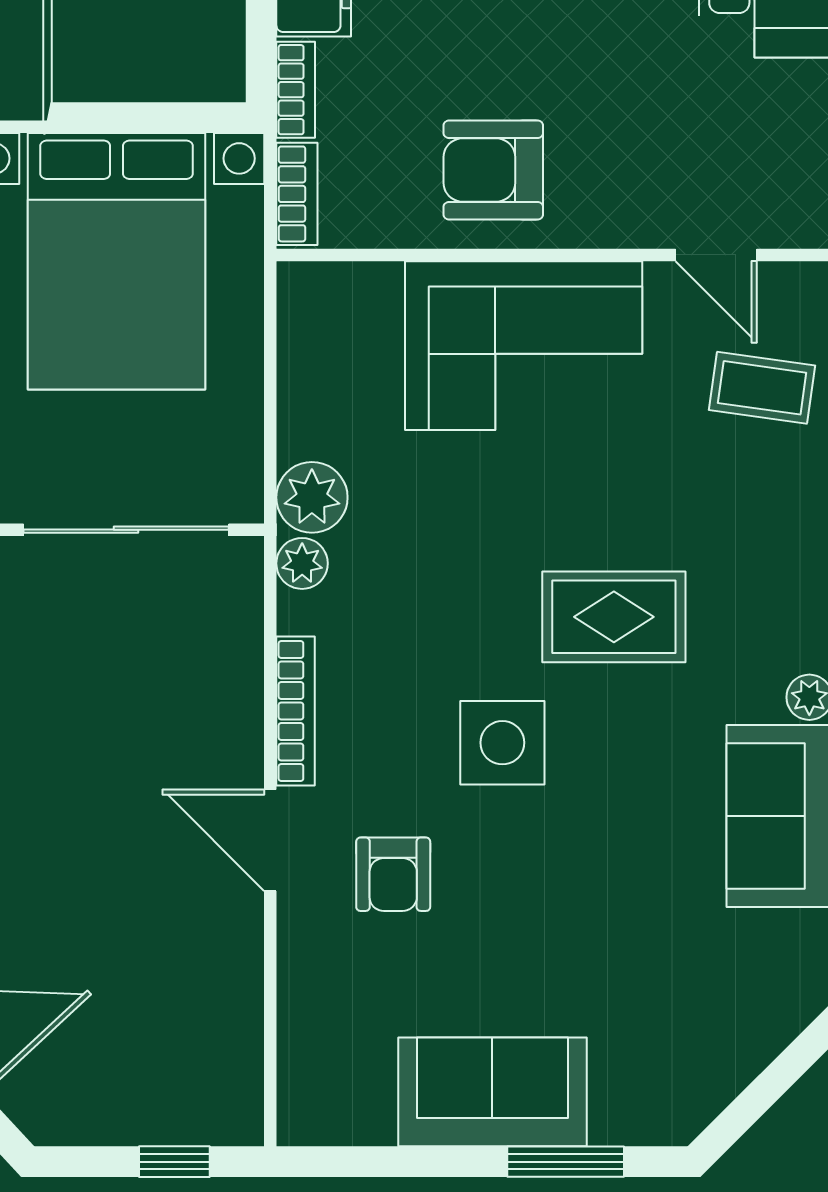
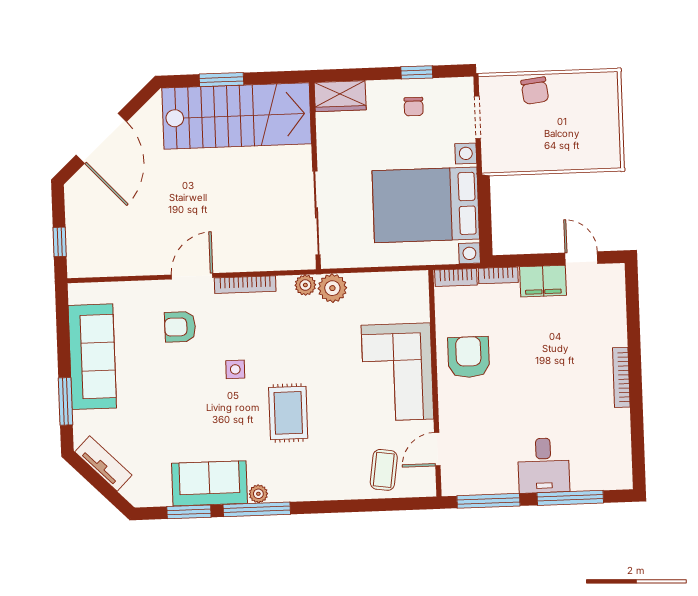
side table: (502, 743) -> (235, 369), width x0.54, depth x0.54
tv unit: (721, 1074) -> (103, 464), added
sofa: (492, 1092) -> (92, 357), width x1.36

